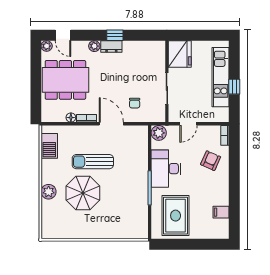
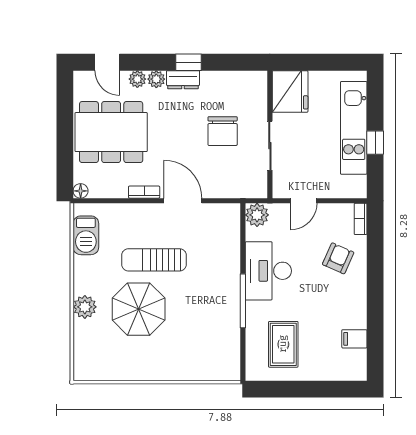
plant: (47, 46) -> (137, 79), moved
chair: (135, 103) -> (223, 131), moved, width x1.87, depth x1.87
floor lamp: (71, 118) -> (81, 191), moved
rug: (176, 216) -> (283, 344), width x0.73, depth x0.70

